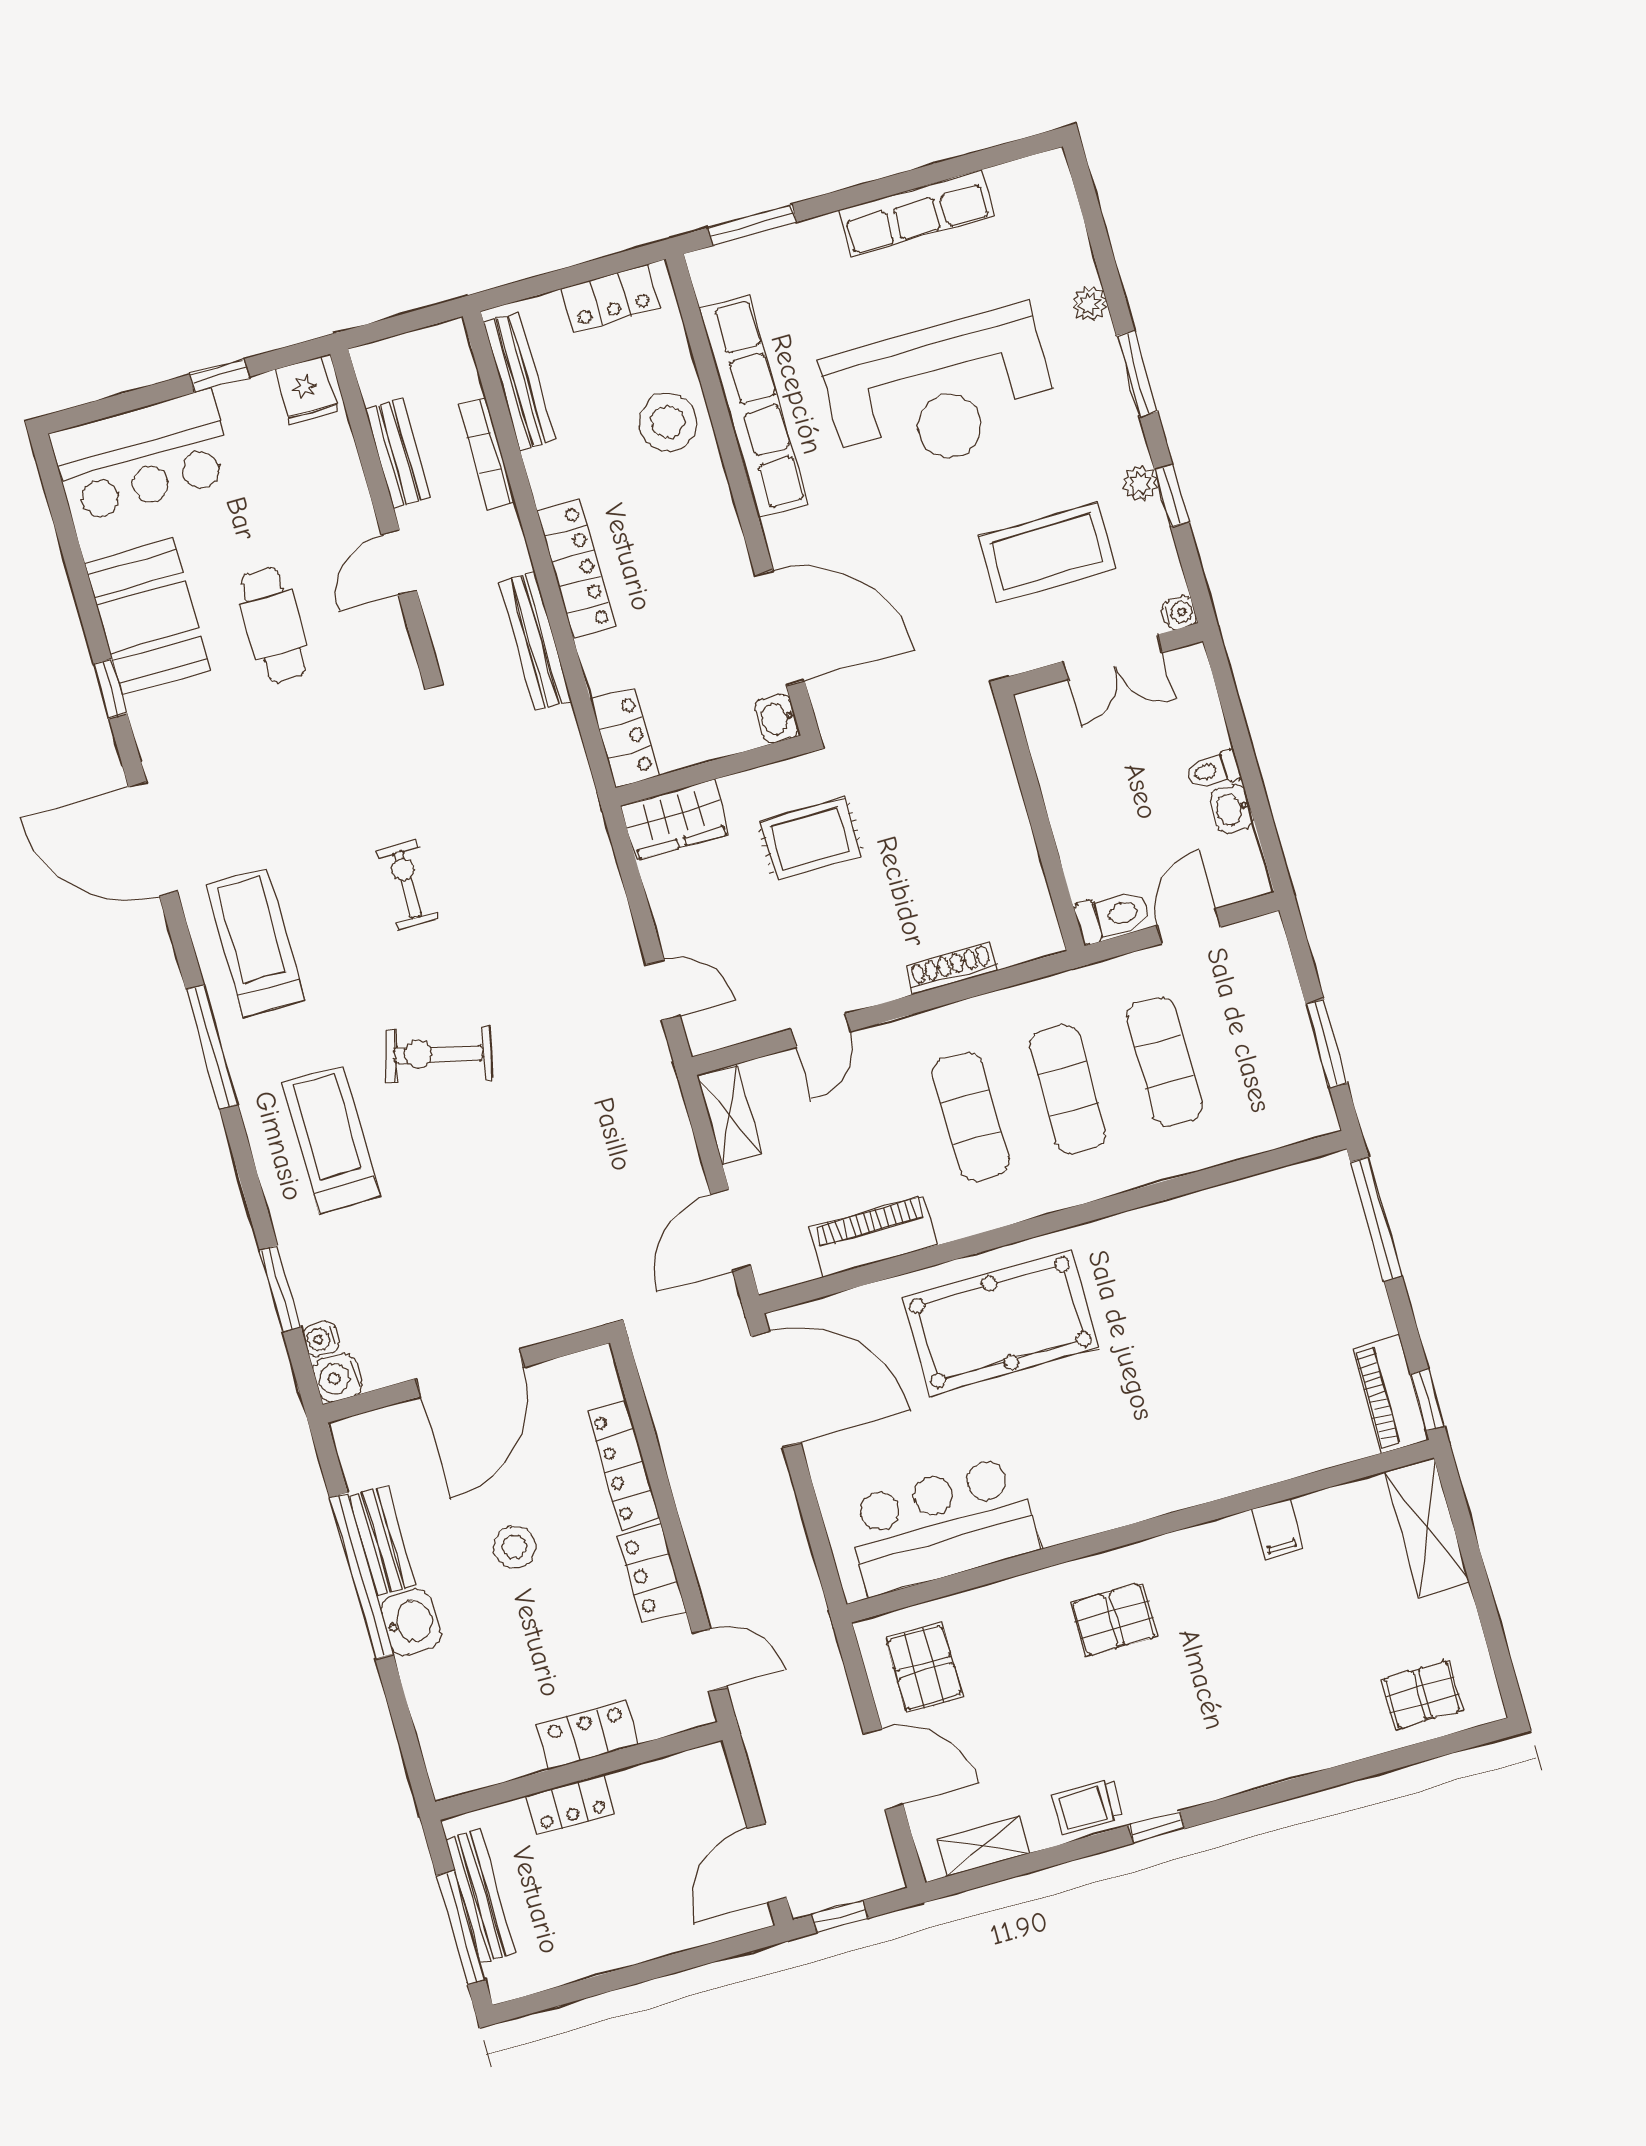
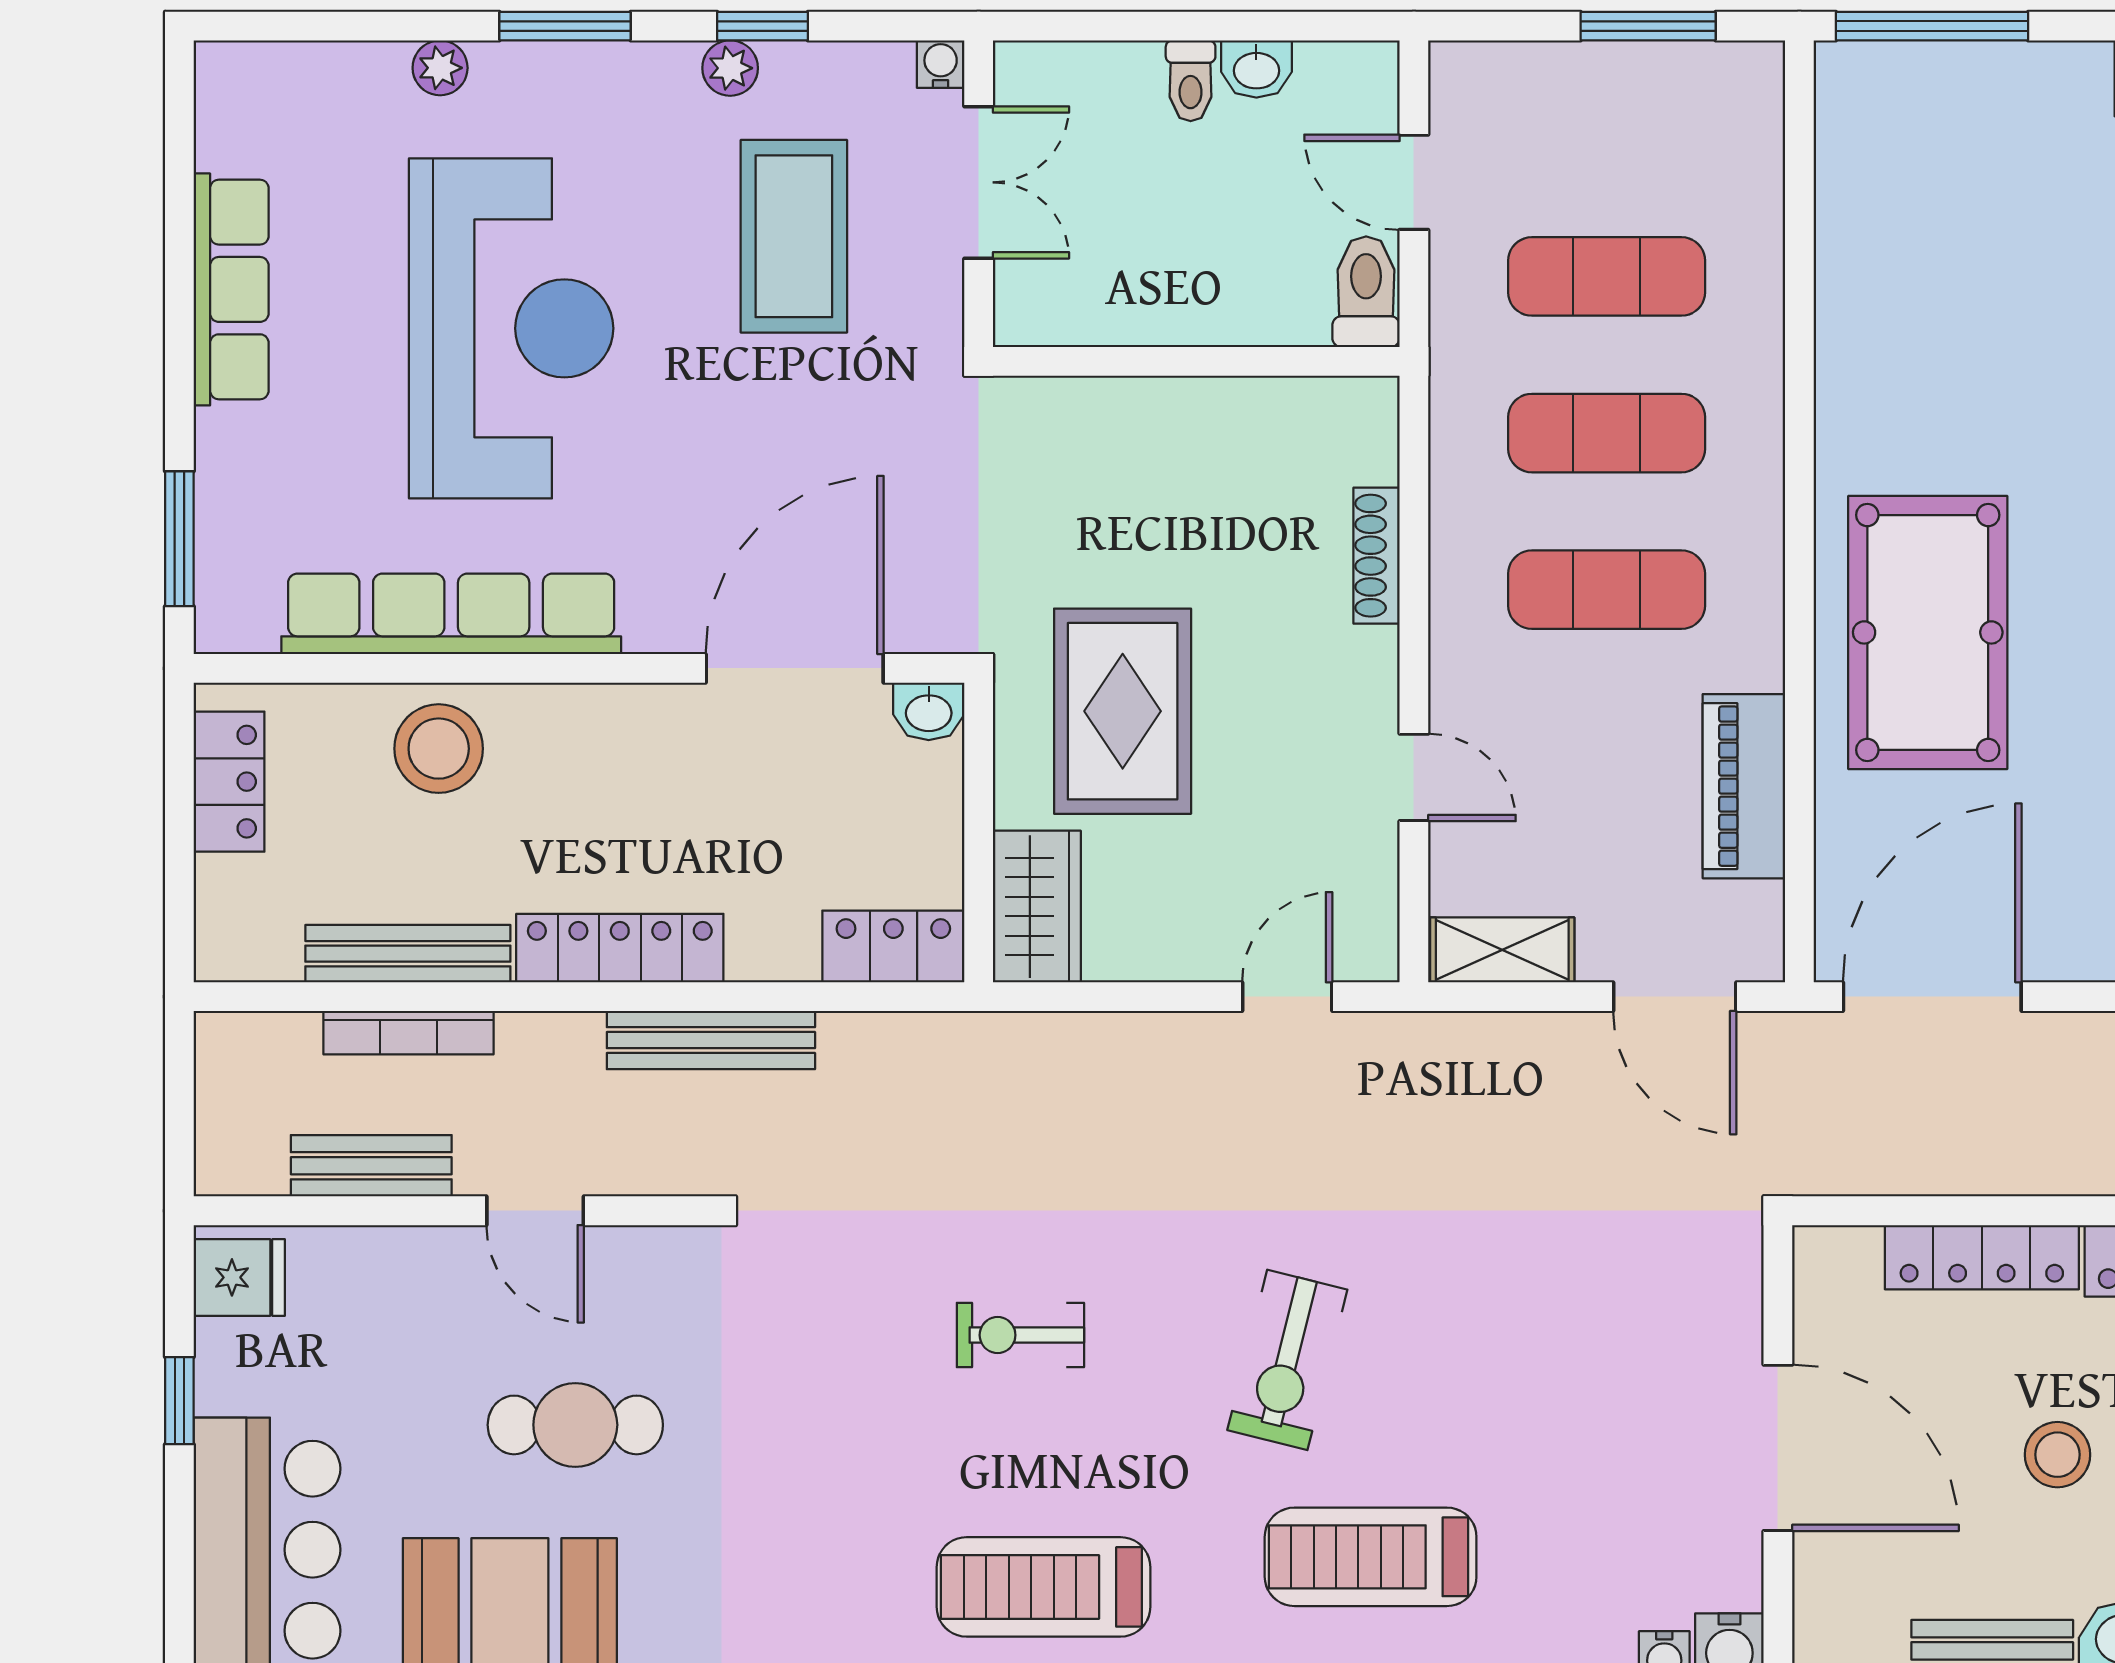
bench: (519, 381) -> (408, 954), moved
rug: (811, 838) -> (1123, 711), width x1.36, depth x1.43

